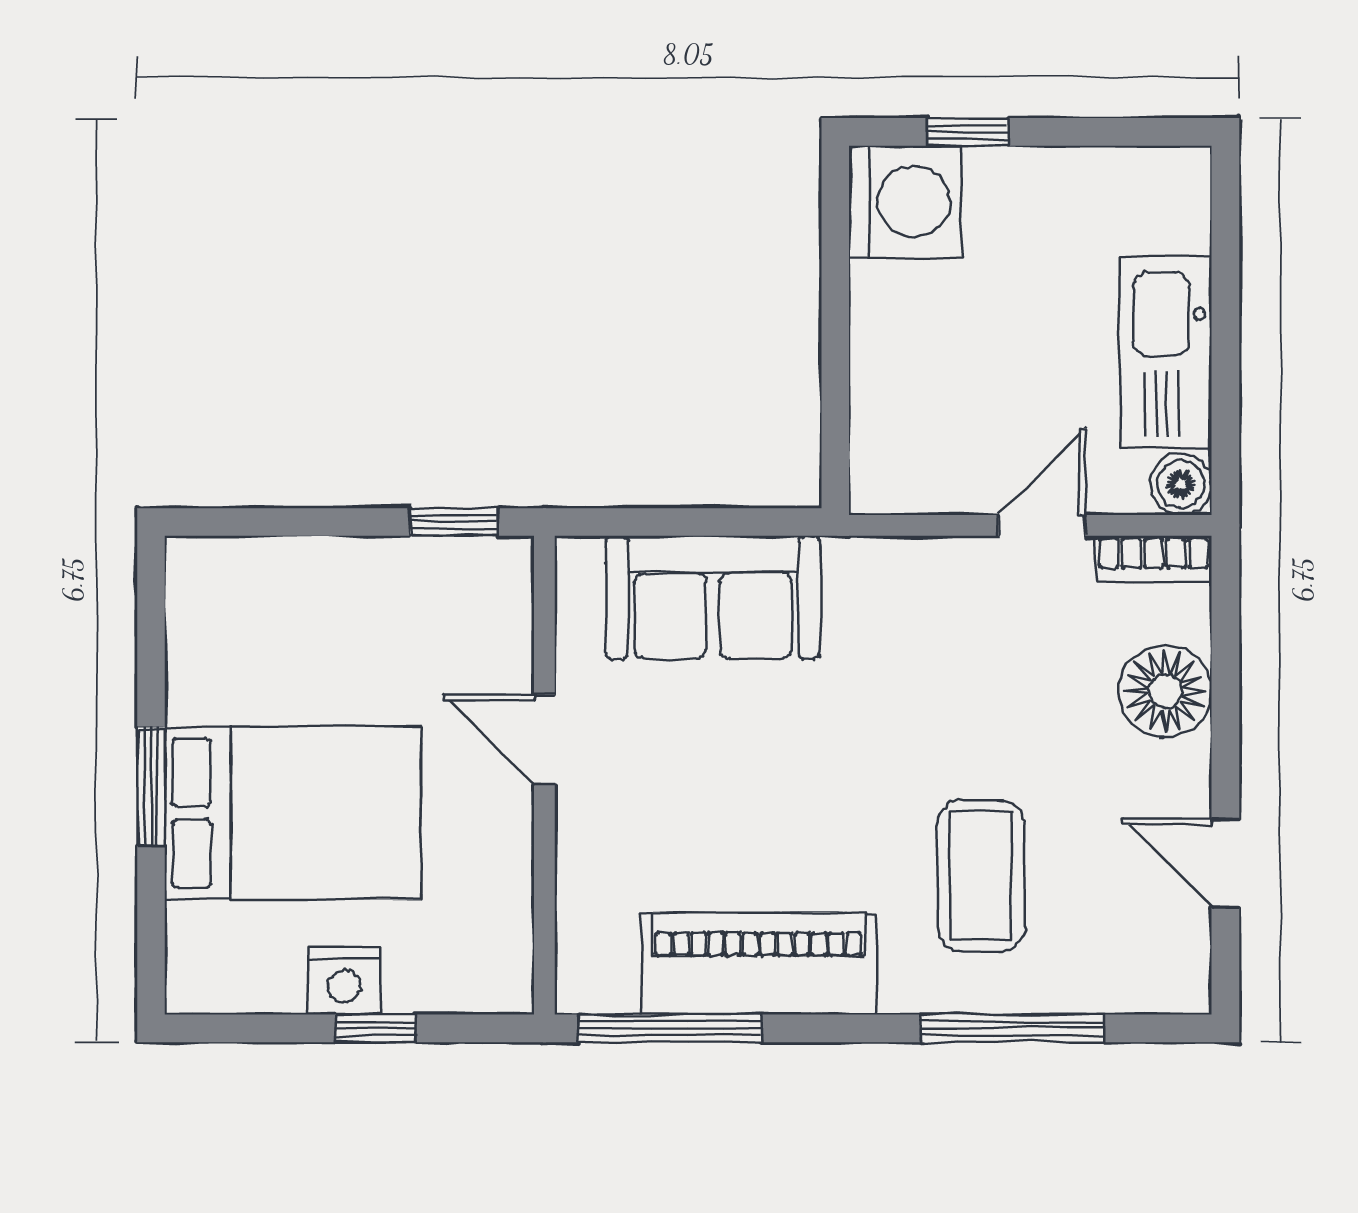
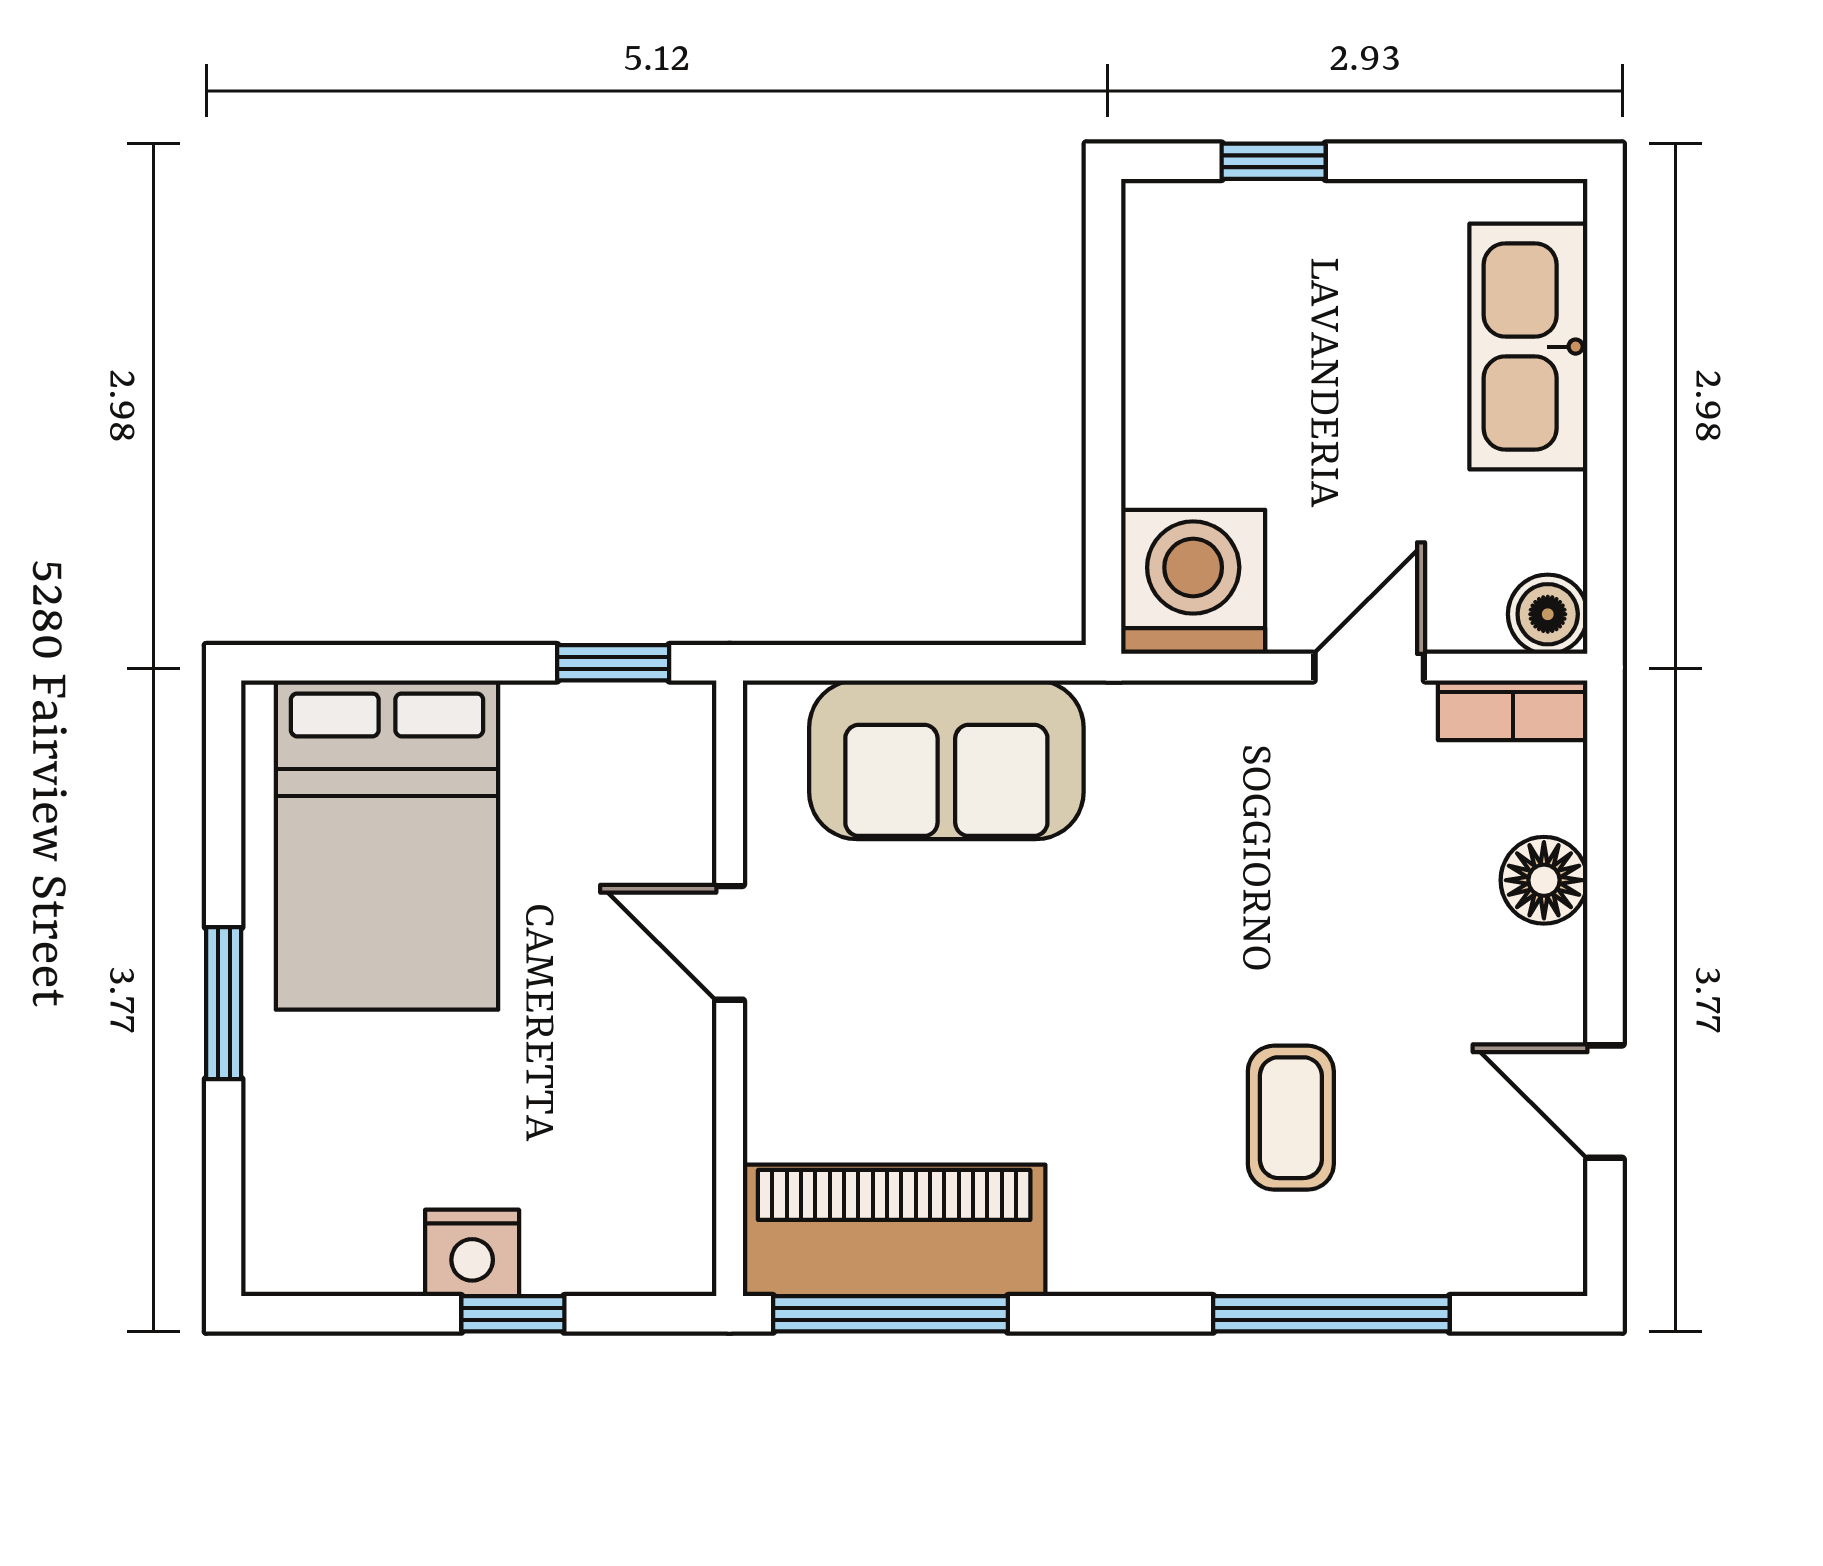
washing machine: (905, 202) -> (1193, 582), moved, turned -90
kitchen sink: (1166, 352) -> (1528, 347), moved
floor lamp: (1165, 691) -> (1544, 880), width x0.73, depth x0.73
bed: (293, 813) -> (387, 845), moved, turned 90
coffee table: (981, 876) -> (1291, 1118), width x0.73, depth x0.77
piano: (759, 963) -> (894, 1230), moved

